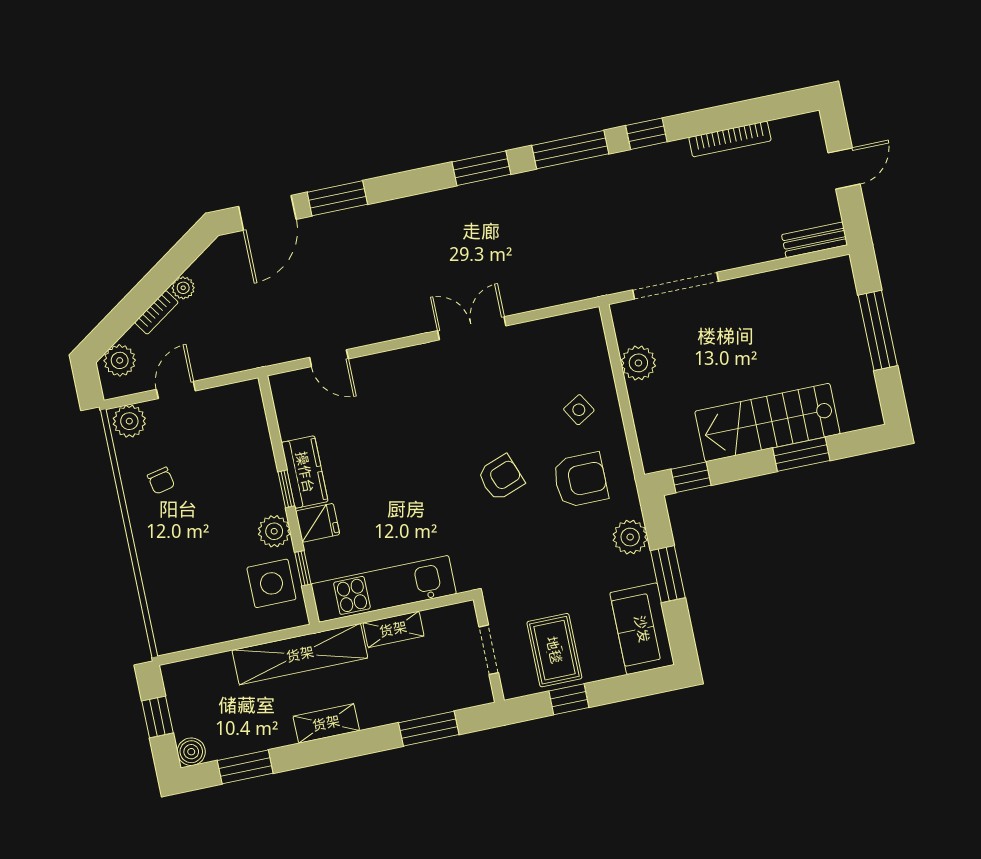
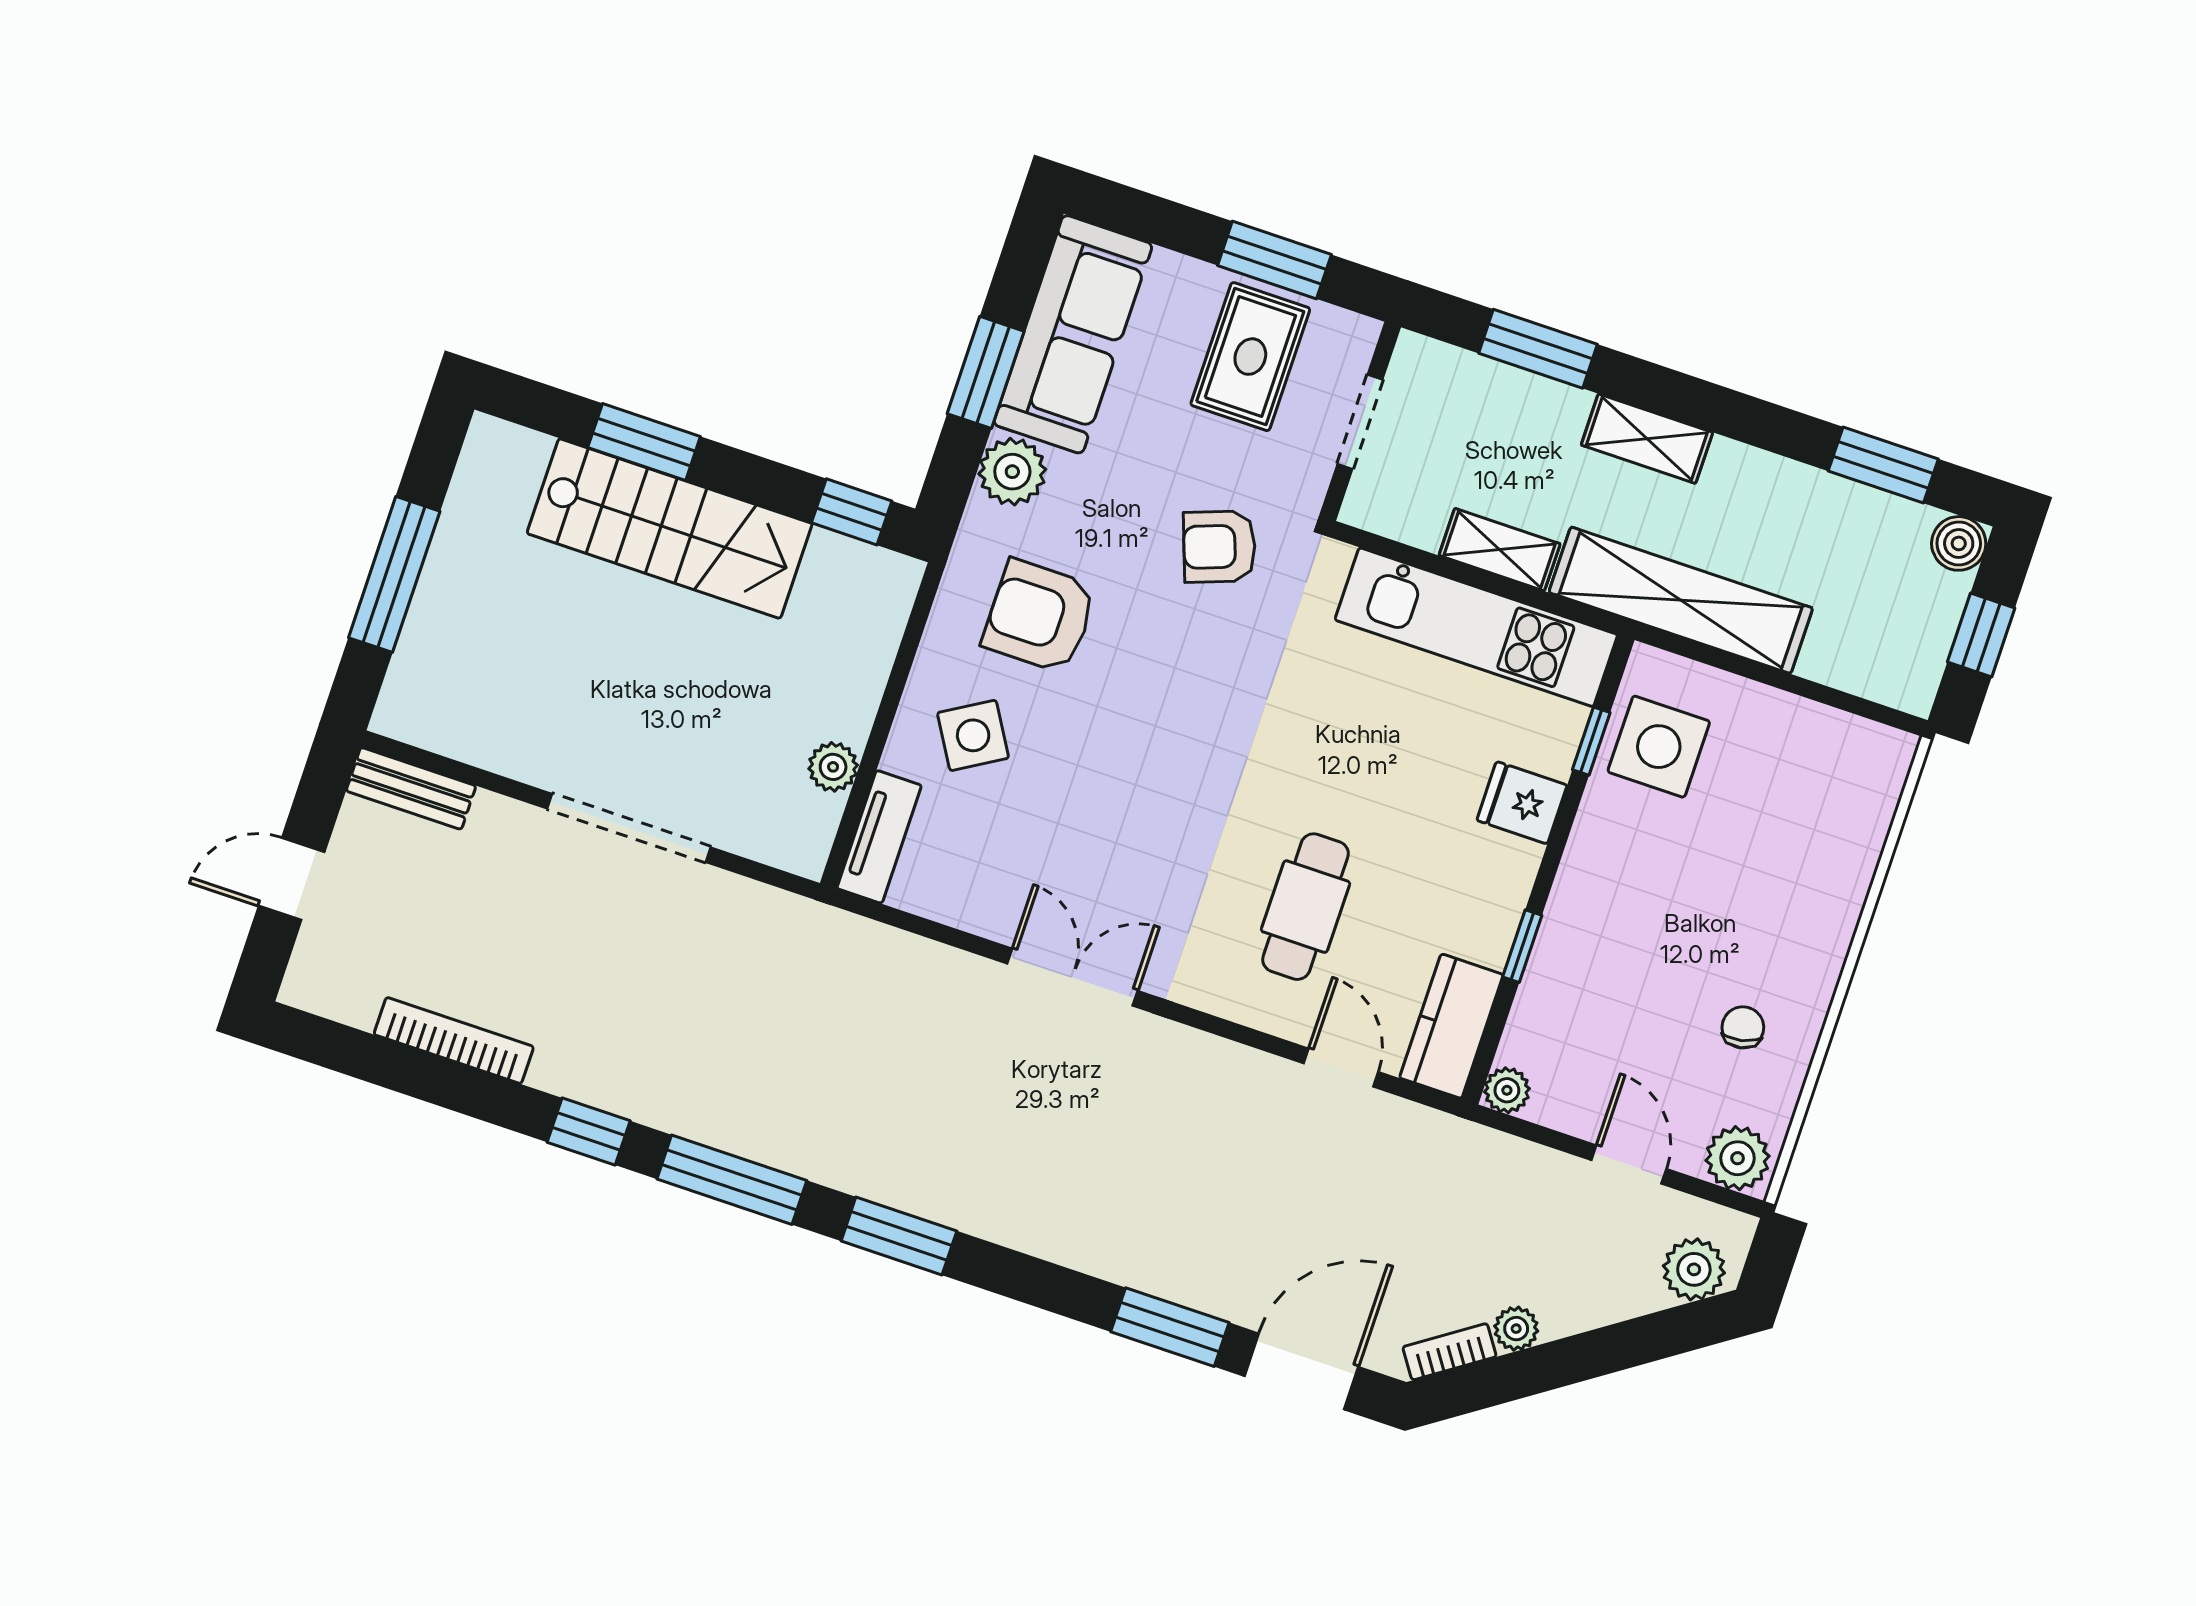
doorway: (676, 286) -> (629, 828), moved
bookcase: (156, 312) -> (1450, 1352), moved
double door: (472, 328) -> (1072, 977), swing flipped
tv unit: (594, 340) -> (879, 837), added
plant: (638, 363) -> (833, 767), width x0.73, depth x0.73
door: (176, 390) -> (1629, 1165), swing flipped
side table: (579, 410) -> (973, 735), width x1.37, depth x1.37
cafe table: (387, 420) -> (1305, 907), added
kitchen counter: (305, 472) -> (1451, 1026), moved
armchair: (501, 478) -> (1219, 547), moved
window: (286, 489) -> (1522, 946), moved
plant: (274, 531) -> (1507, 1090), moved, width x0.73, depth x0.73
sofa: (642, 629) -> (1073, 334), width x1.36
window: (569, 699) -> (1274, 260), width x1.50
shelving: (326, 723) -> (1647, 439), moved

